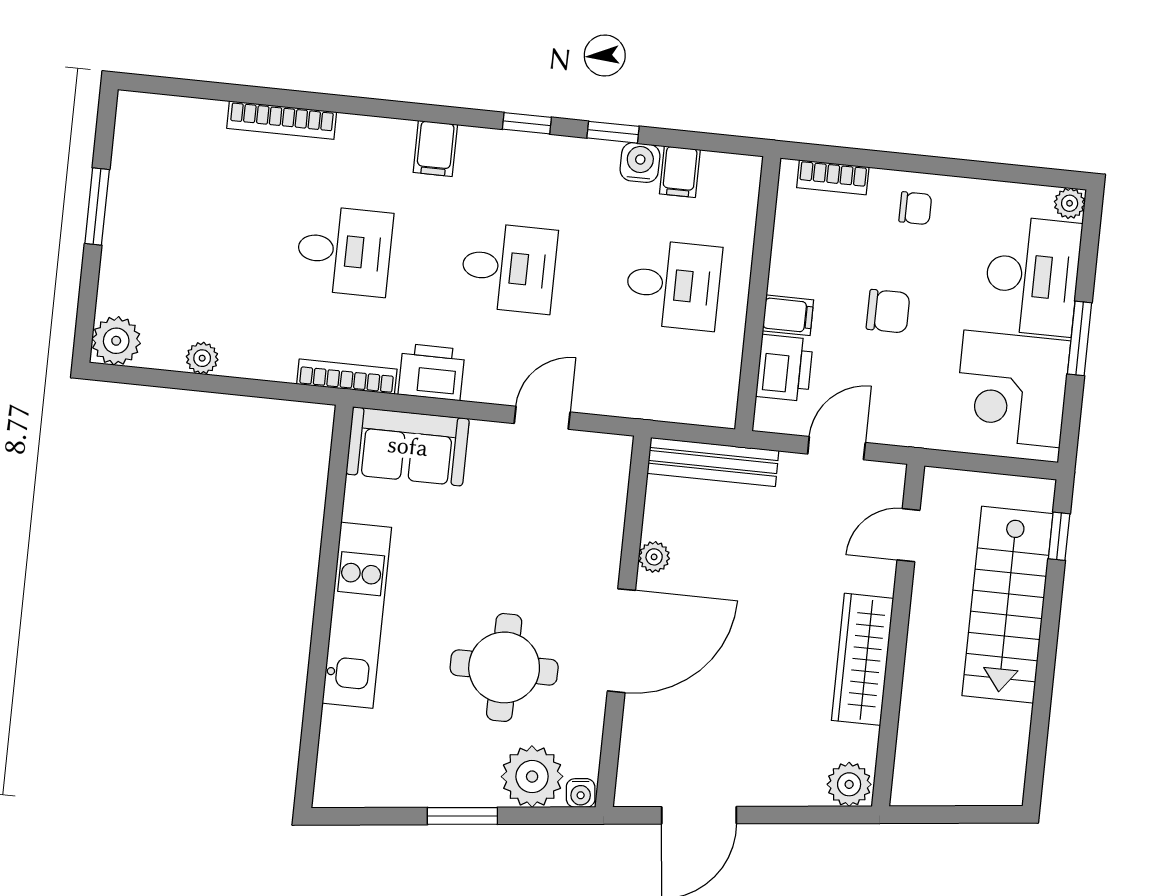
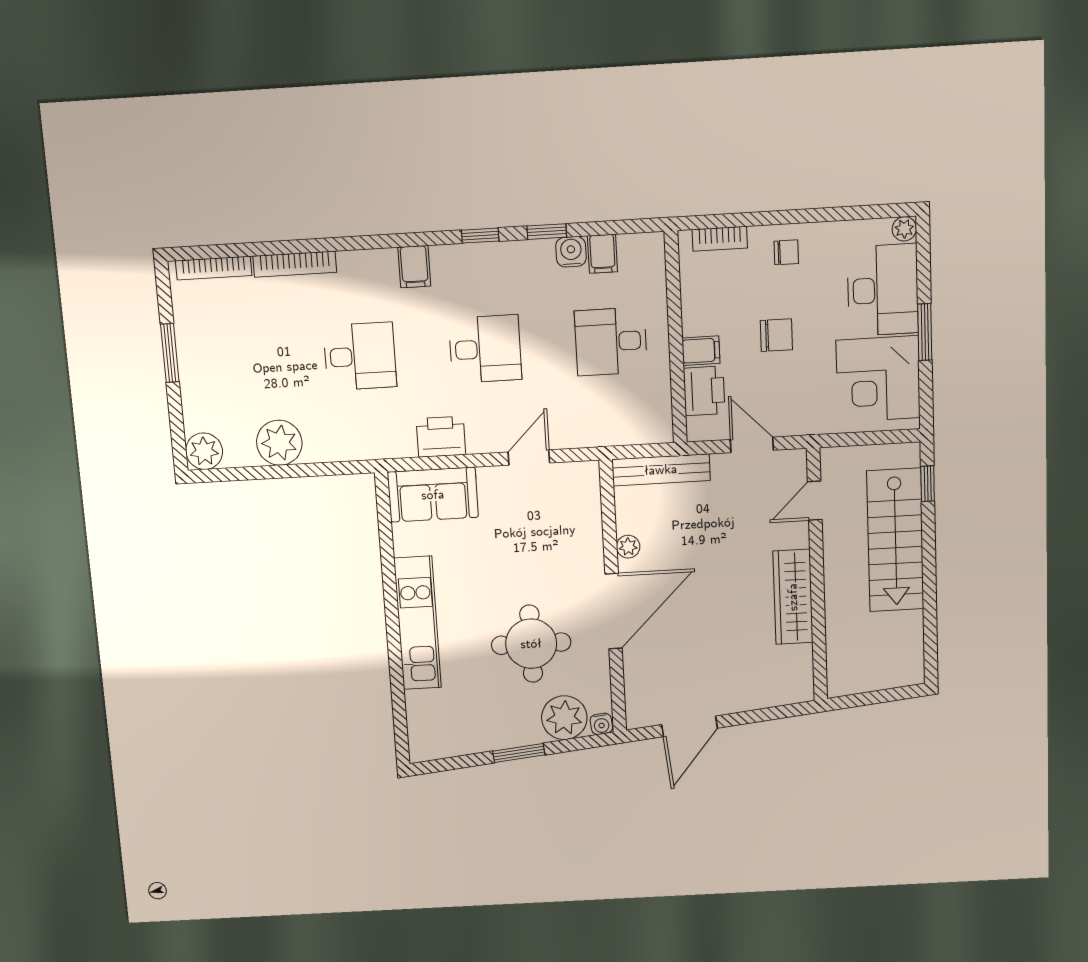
desk: (673, 285) -> (611, 342), turned 180
plant: (202, 358) -> (279, 443), width x1.87, depth x1.87
bookcase: (347, 377) -> (214, 268), moved, turned 180
door: (836, 448) -> (752, 445), hinge flipped
plant: (849, 784) -> (796, 688), removed

